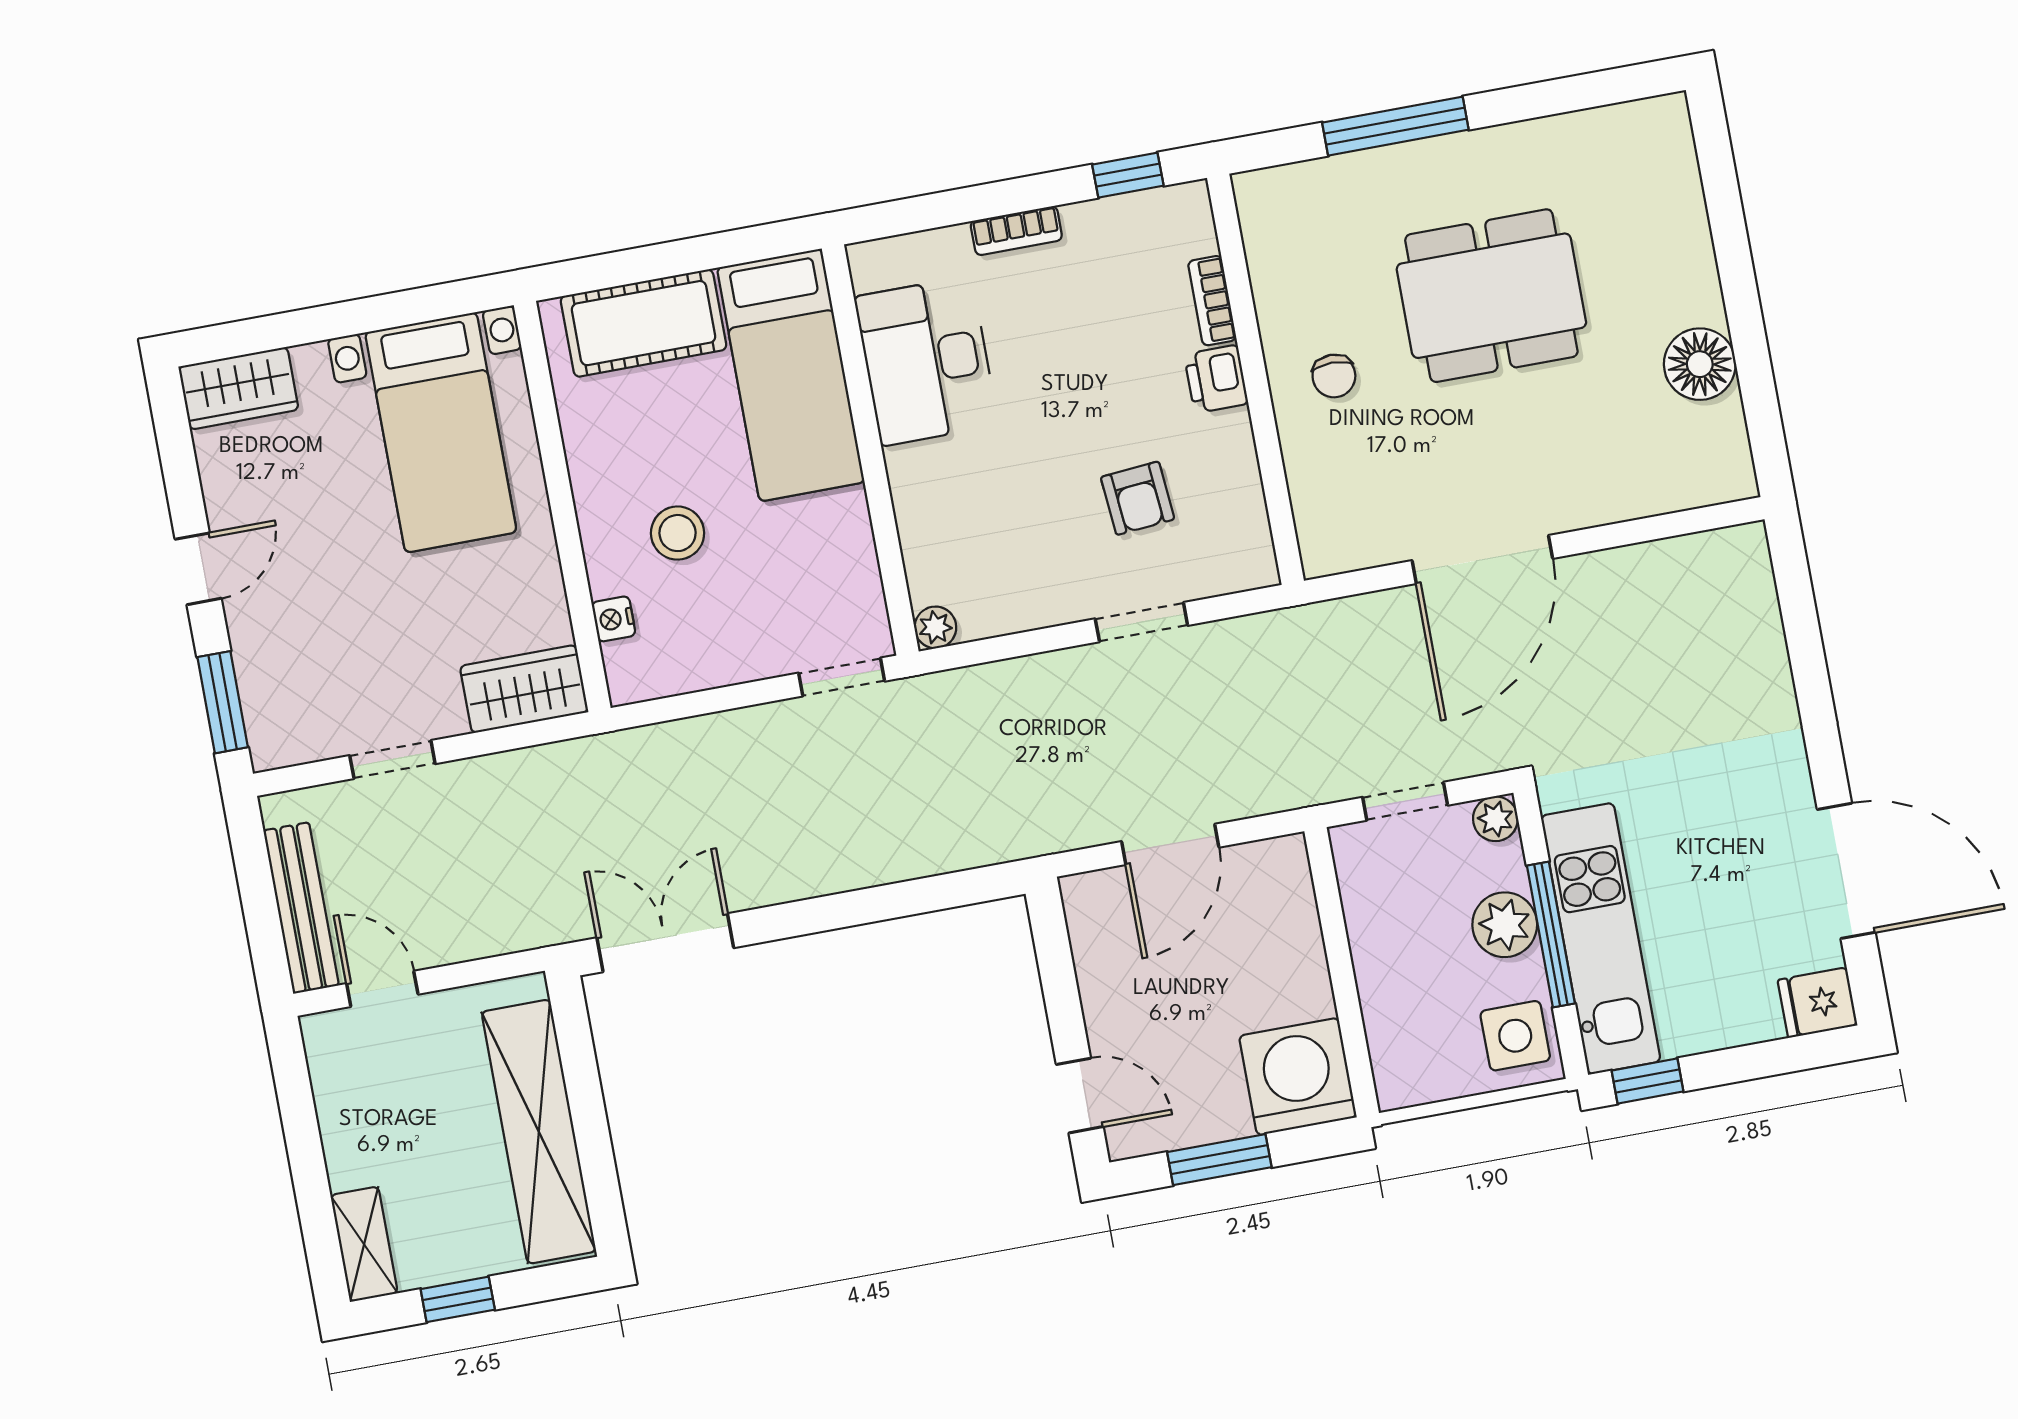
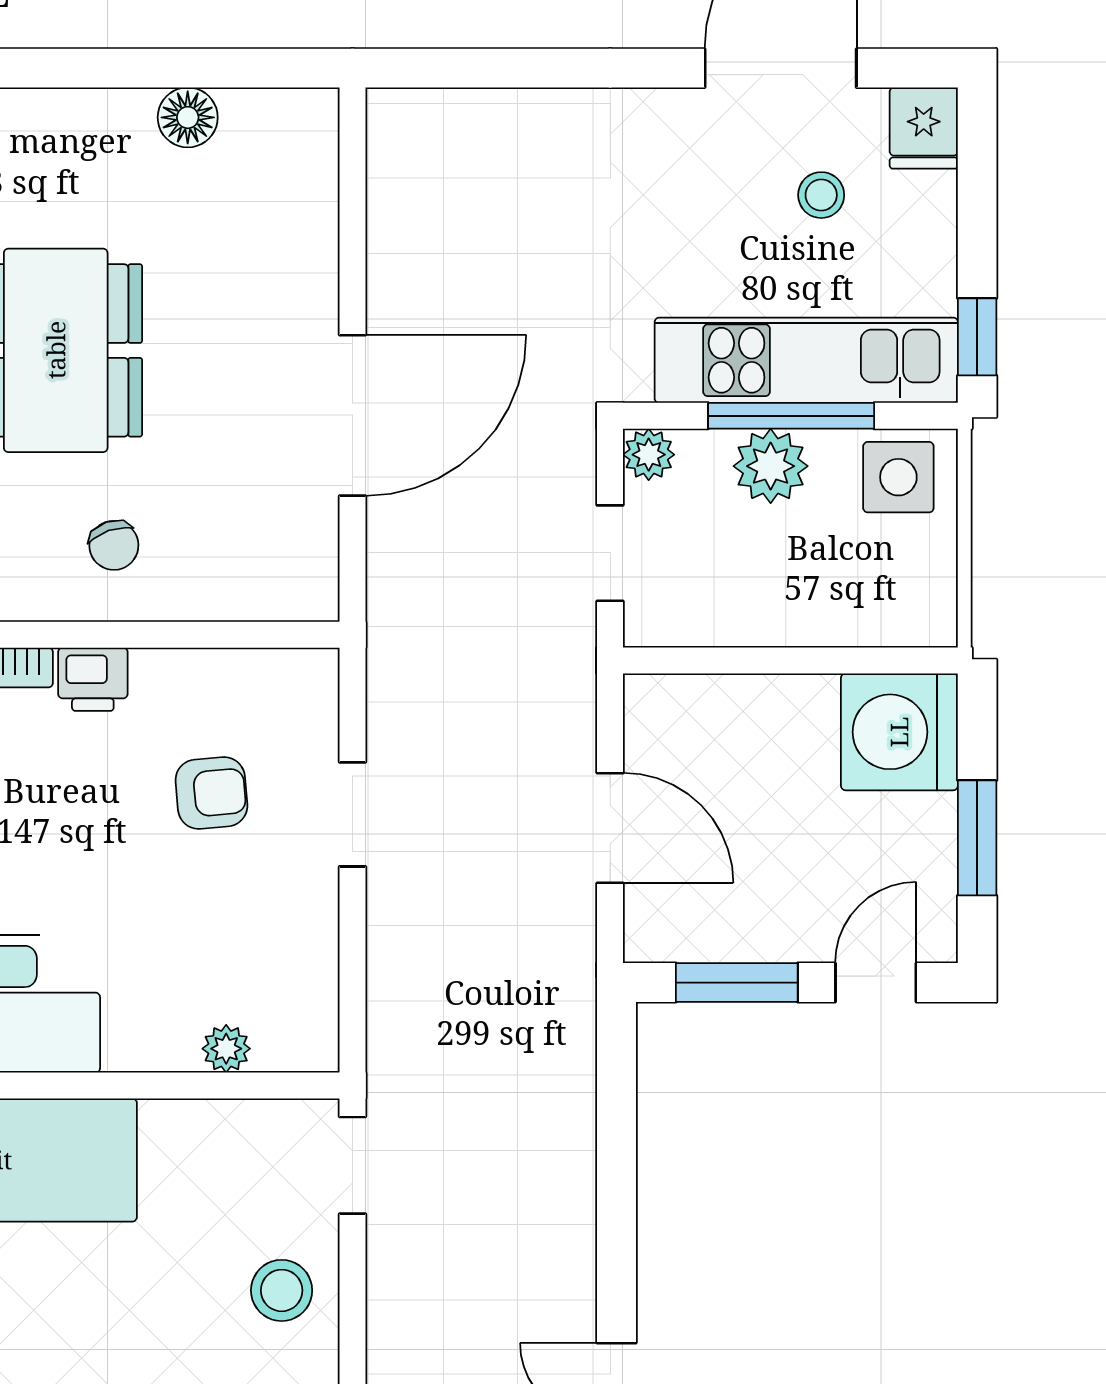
floor lamp: (1700, 364) -> (188, 117), width x0.73, depth x0.73
chair: (1334, 376) -> (114, 545), turned 71
stool: (678, 533) -> (282, 1290), moved
door: (1482, 560) -> (352, 415), hinge flipped
plant: (935, 627) -> (226, 1049), moved
stool: (1744, 925) -> (821, 195), added
window: (1058, 977) -> (737, 983), added

